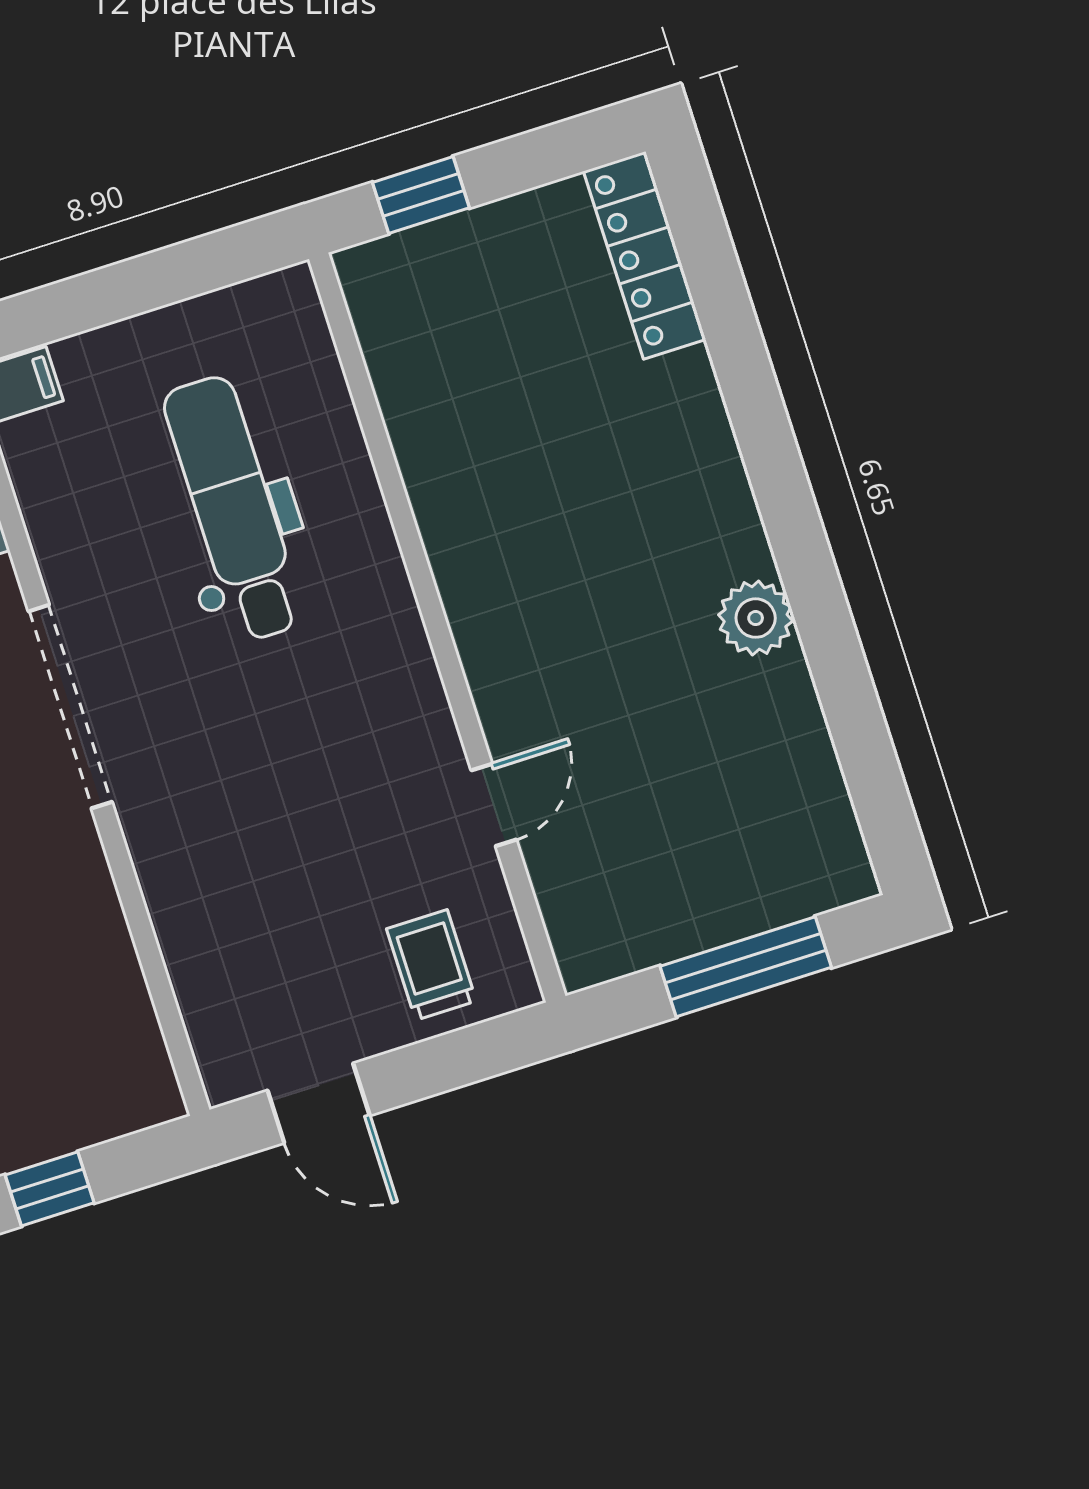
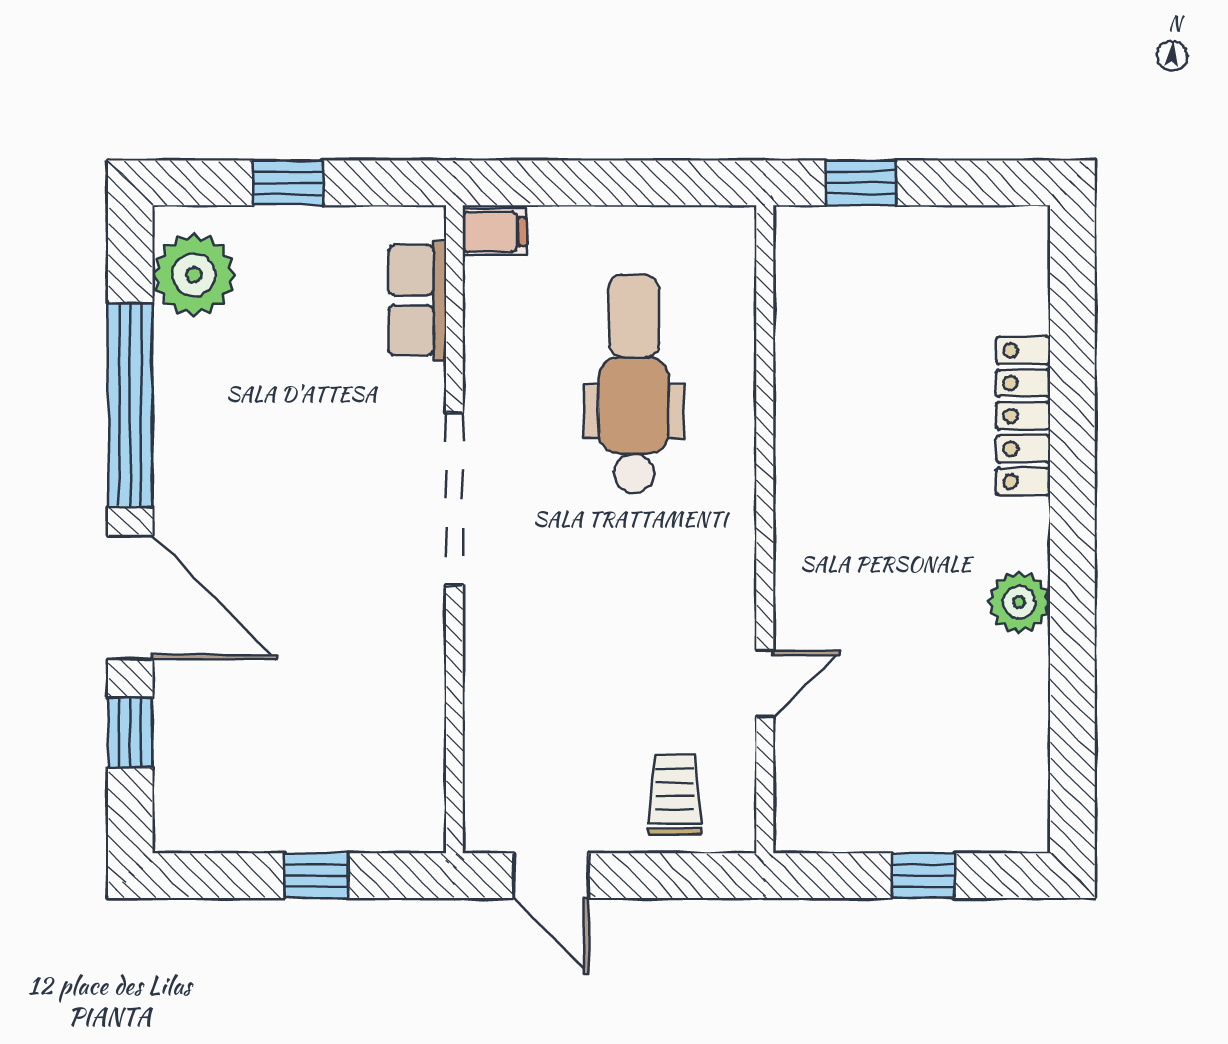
locker: (645, 255) -> (1023, 416), moved
window: (746, 967) -> (923, 876), width x0.46

